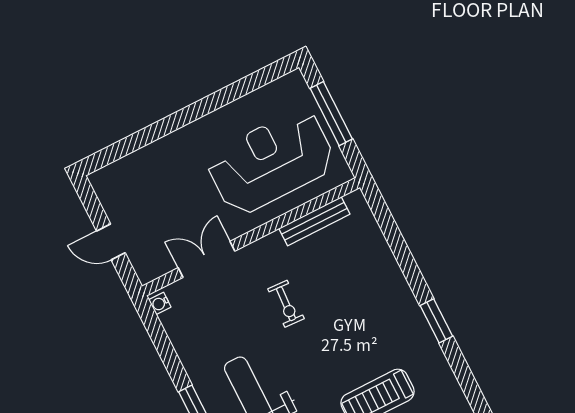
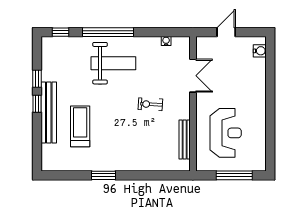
reception desk: (271, 162) -> (226, 133), width x0.74, depth x0.77
water cooler: (113, 174) -> (260, 51), added
water cooler: (160, 303) -> (166, 41), moved

